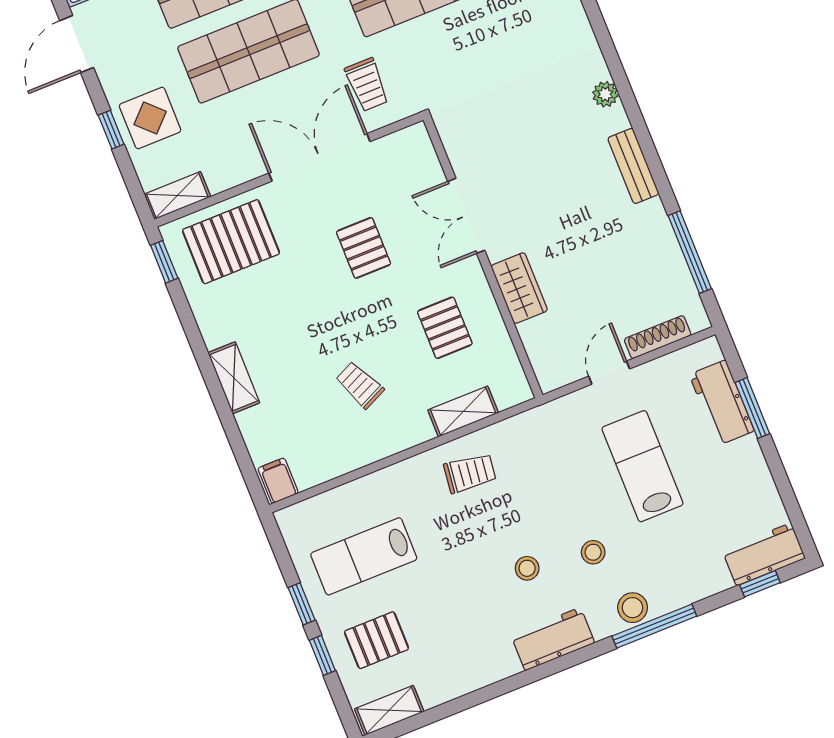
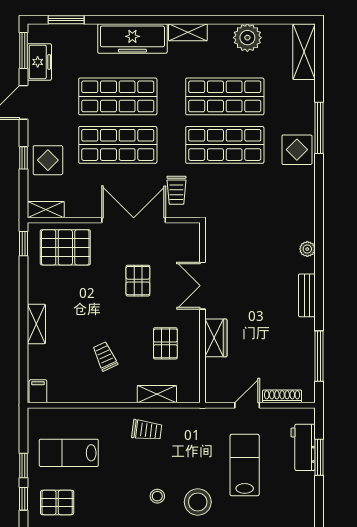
stool: (593, 552) -> (198, 502), width x1.89, depth x1.89

